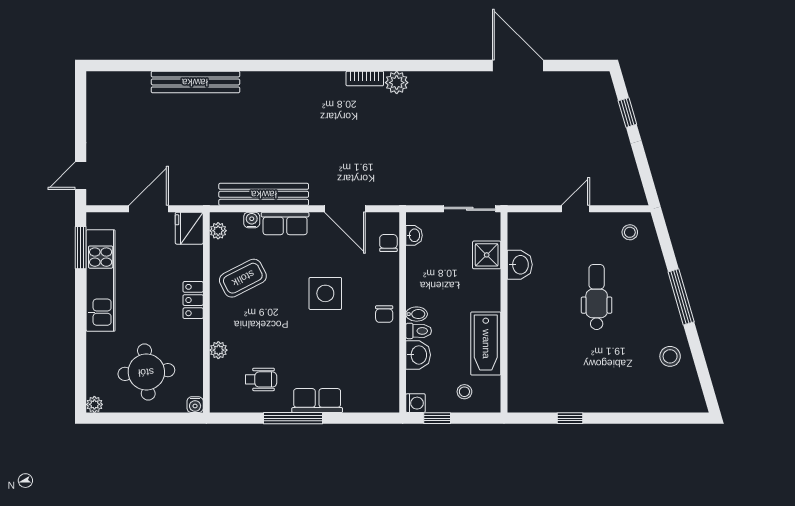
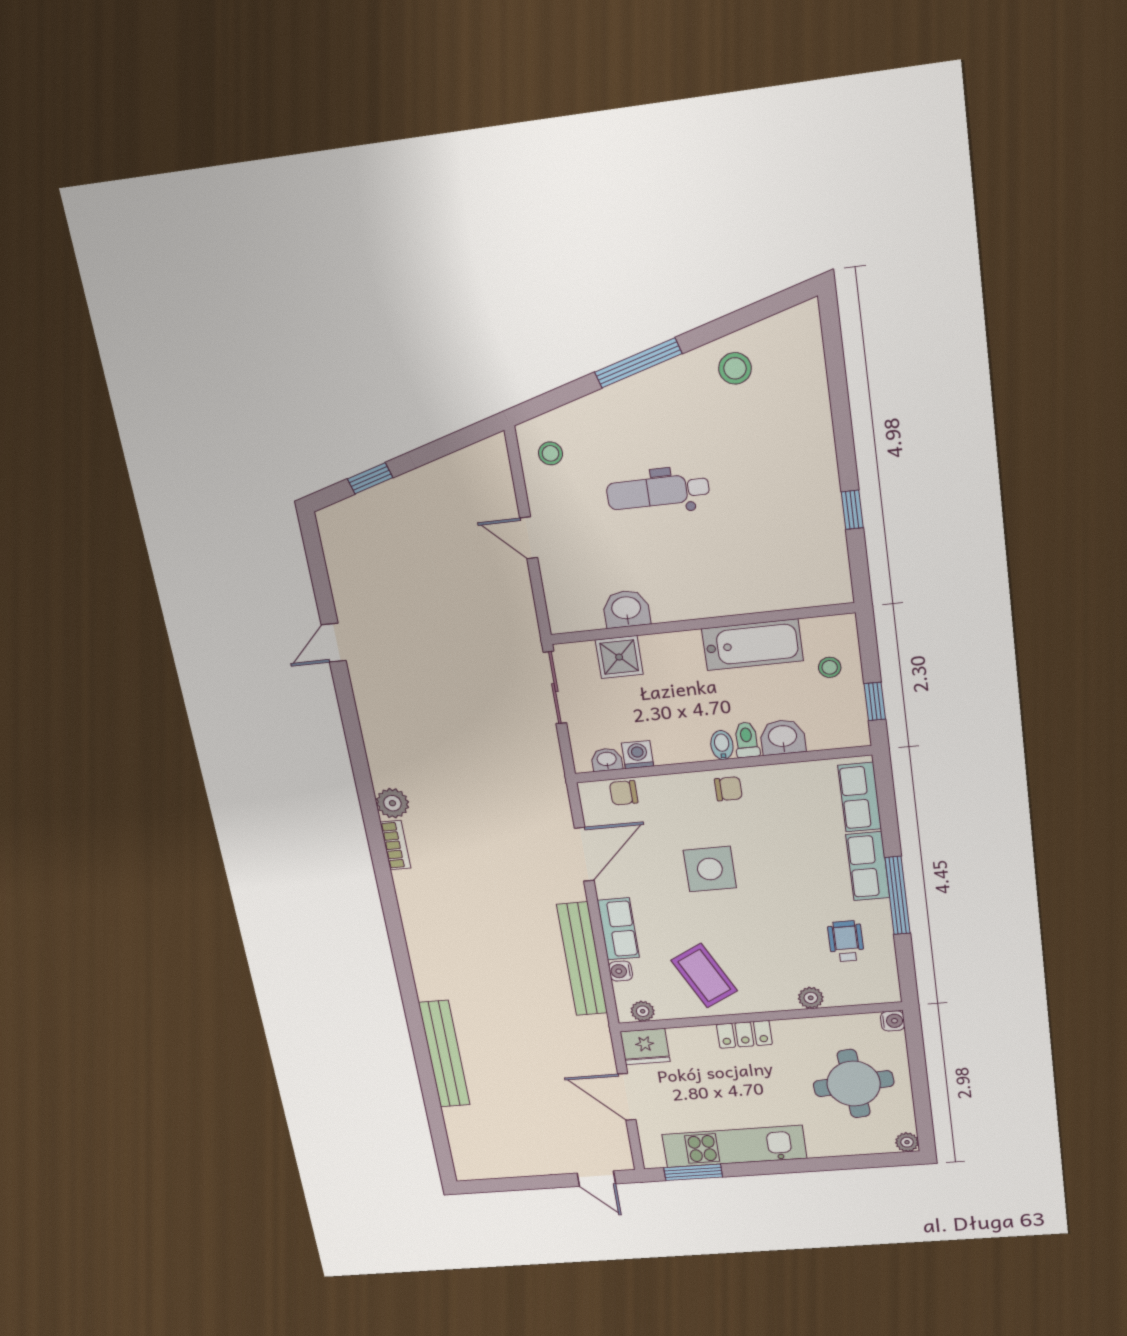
door: (518, 65) -> (334, 643), width x0.53
row of seats: (369, 401) -> (860, 797), added
washing machine: (415, 403) -> (638, 755), moved

